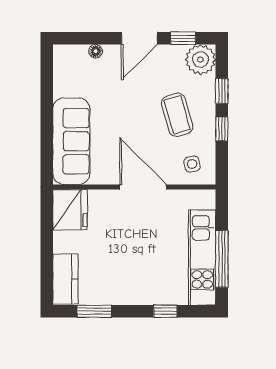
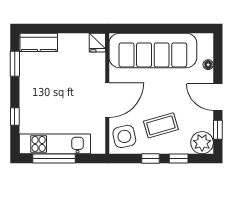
sofa: (71, 141) -> (153, 50), width x1.36, depth x1.27
side table: (192, 164) -> (124, 136), width x1.87, depth x1.87
fridge: (70, 210) -> (97, 43), width x0.53, depth x0.75

